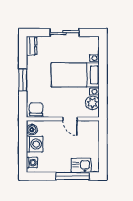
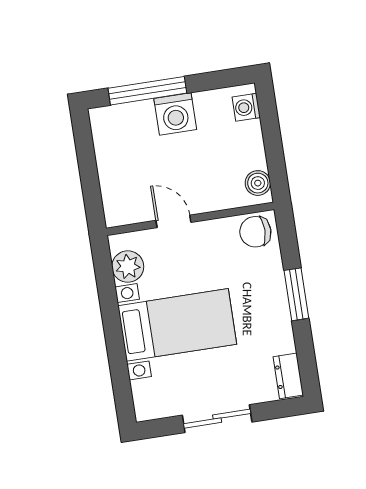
chair: (36, 109) -> (255, 232), turned 90
washing machine: (35, 144) -> (175, 114), moved, turned -90
kitchen sink: (81, 165) -> (132, 118), removed

